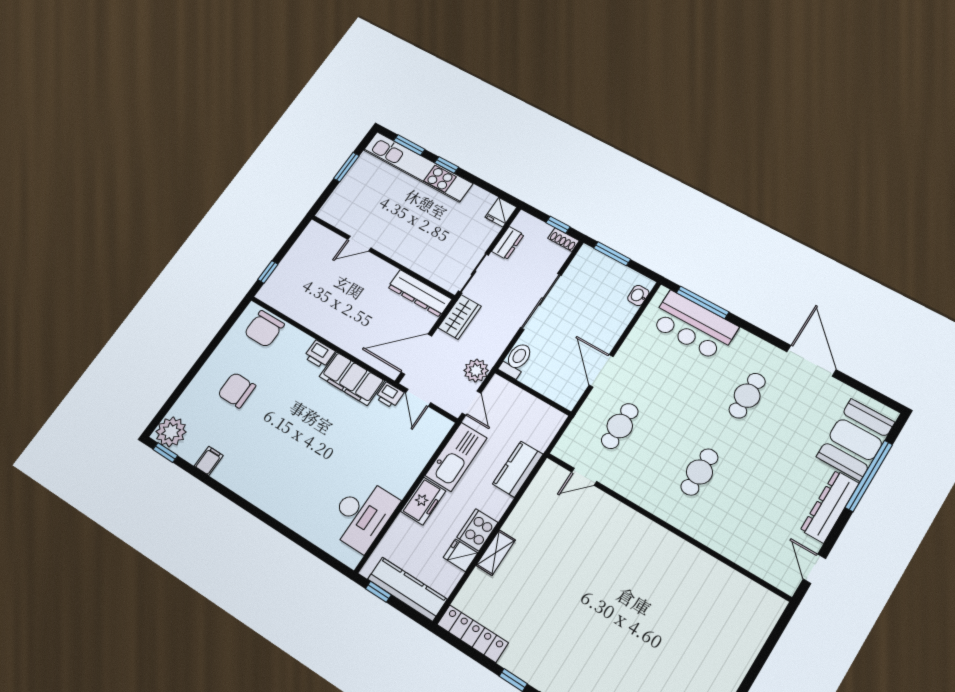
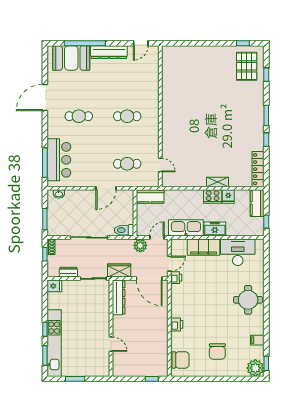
filing cabinet: (352, 379) -> (204, 247), moved, turned 90
kitchen counter: (518, 469) -> (150, 196), moved
round table: (278, 485) -> (248, 300), added
kitchen counter: (407, 589) -> (257, 203), width x0.67

